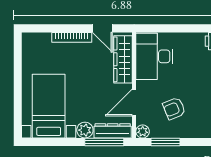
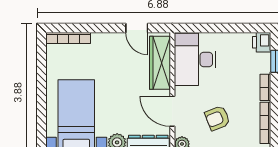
bookcase: (72, 37) -> (68, 38), moved
door: (134, 102) -> (172, 111), hinge flipped

